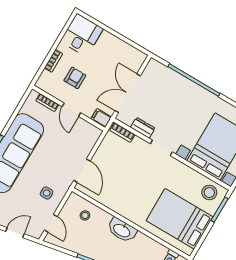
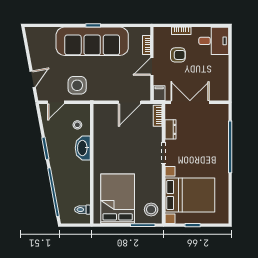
door: (82, 171) -> (130, 102), moved
side table: (47, 193) -> (77, 85), width x1.87, depth x1.87
washbasin: (122, 230) -> (83, 148), moved
door: (15, 233) -> (33, 79), hinge flipped

